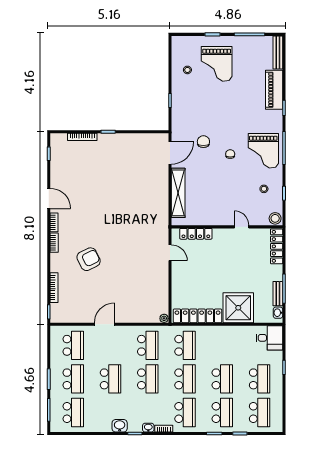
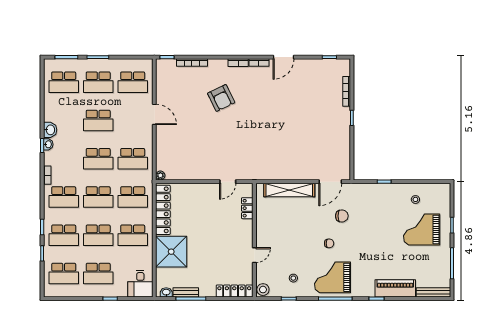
door: (170, 153) -> (330, 182), hinge flipped
locker: (196, 234) -> (247, 208), width x0.66
school desk: (222, 345) -> (133, 235), added
washbasin: (148, 428) -> (48, 144), moved

